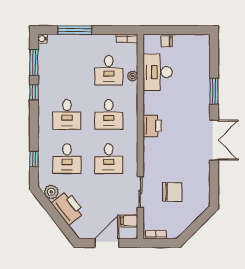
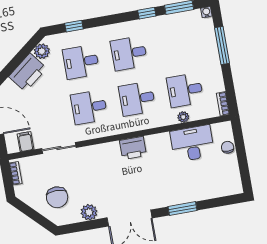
plant: (203, 175) -> (89, 212), added
chair: (172, 192) -> (57, 197), moved

